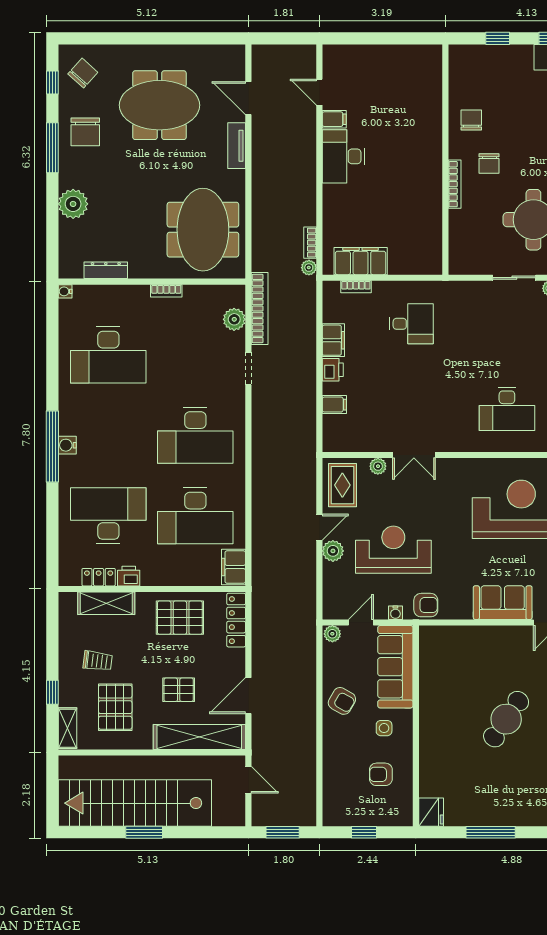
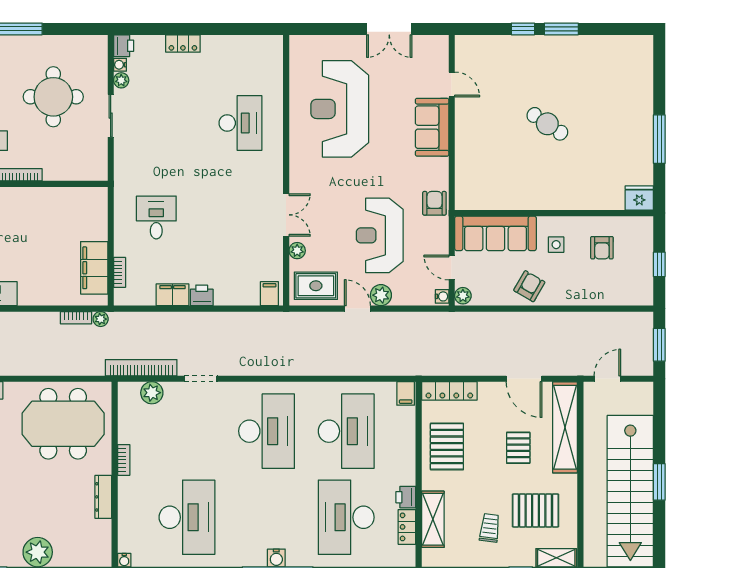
dresser: (106, 270) -> (103, 497), moved
filing cabinet: (334, 405) -> (269, 294), moved
filing cabinet: (234, 567) -> (406, 393), width x0.50
water cooler: (395, 613) -> (442, 296), moved
cafe table: (506, 719) -> (547, 124), width x0.73, depth x0.74

